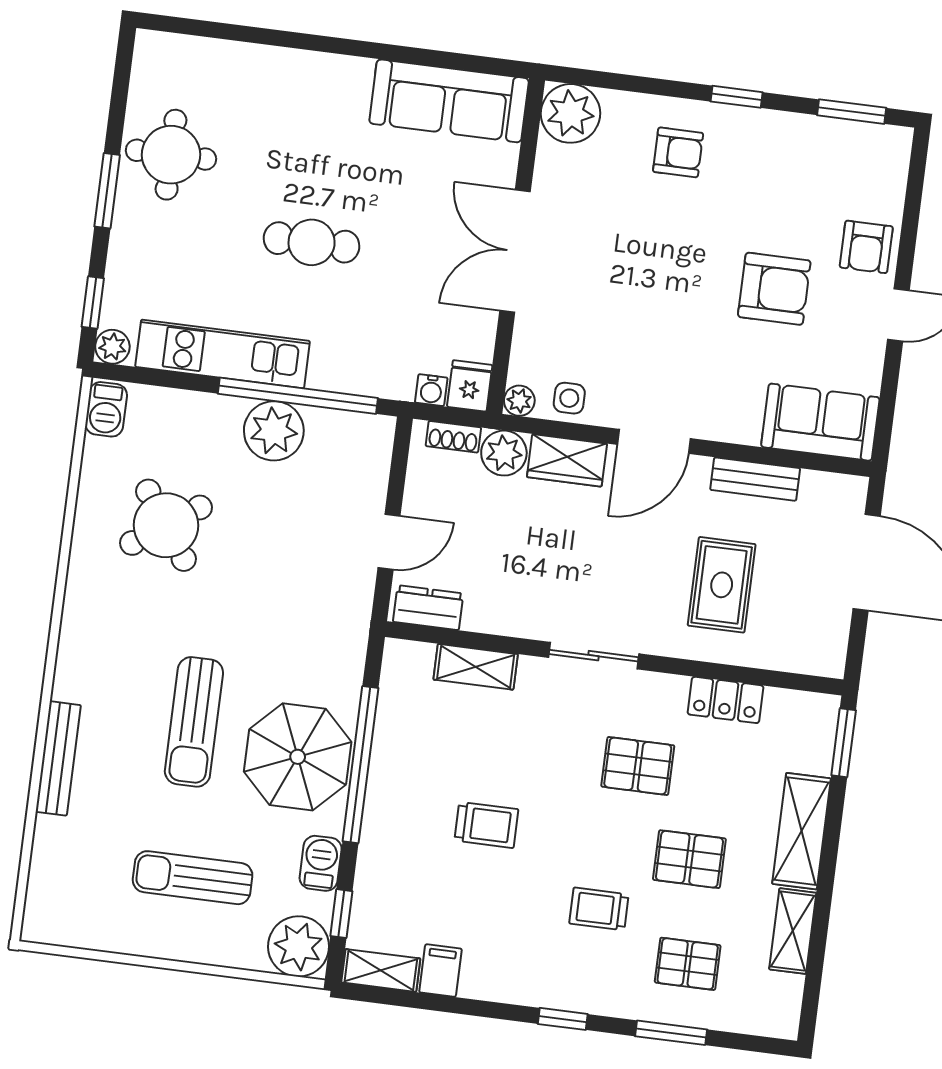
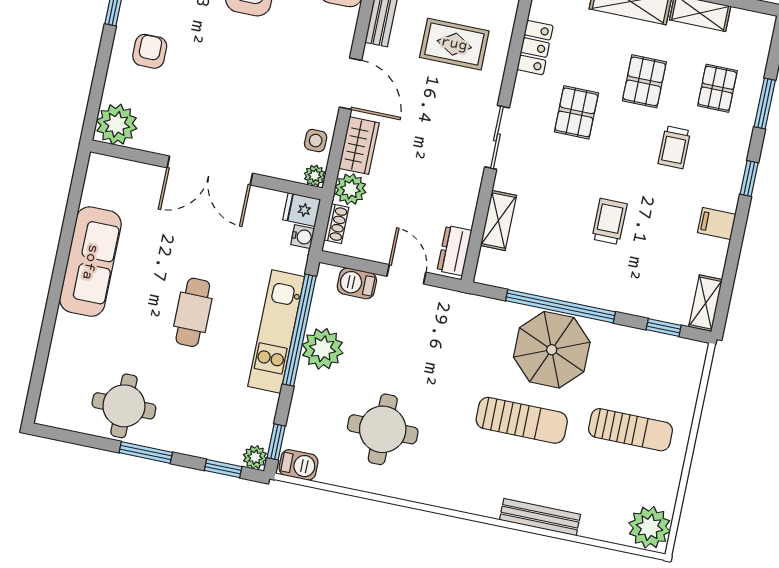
sofa: (449, 101) -> (90, 262), moved
kitchen unit: (223, 354) -> (276, 331), moved
window: (136, 375) -> (276, 442), added
round table: (166, 525) -> (383, 429), turned 35
barbecue: (321, 863) -> (357, 283), moved
sun lounger: (193, 878) -> (631, 430), turned -90
plant: (299, 946) -> (650, 527), moved
filing cabinet: (440, 971) -> (717, 223), moved

